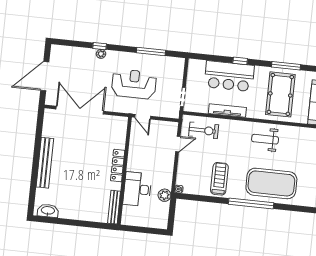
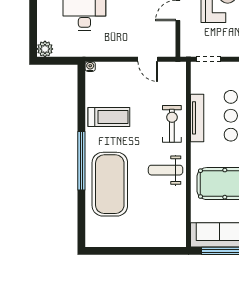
exercise bike: (204, 130) -> (172, 124), moved, turned 180
weight bench: (265, 139) -> (166, 170), turned -90
plant: (164, 195) -> (45, 49), moved

